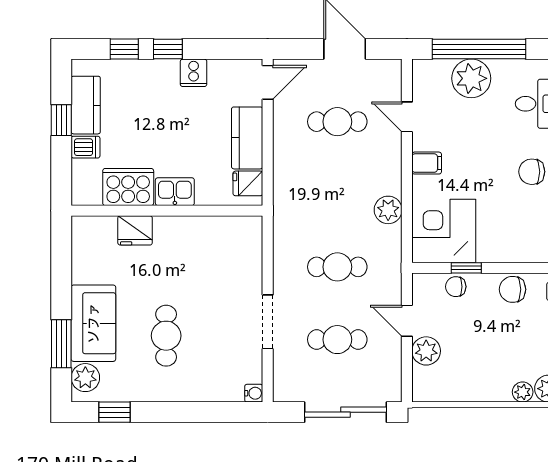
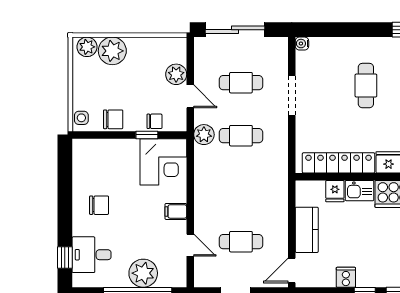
fridge: (248, 183) -> (335, 191), moved, turned 90
plant: (388, 210) -> (204, 135), moved
locker: (204, 230) -> (339, 163), added
plant: (523, 392) -> (112, 51), width x1.87, depth x1.87

